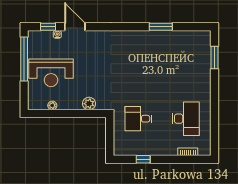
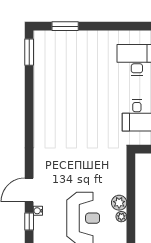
window: (161, 27) -> (29, 52), moved
plant: (89, 104) -> (119, 203), moved

